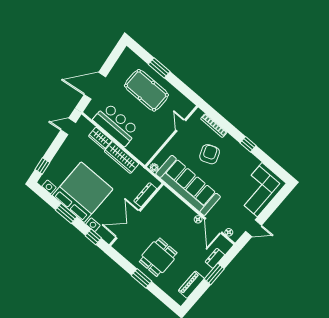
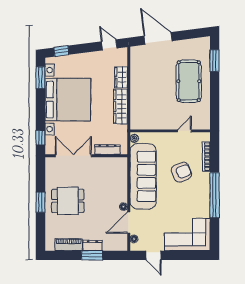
window: (159, 68) -> (215, 61), moved
bar counter: (116, 125) -> (142, 80), removed
window: (248, 144) -> (215, 195), width x3.17
window: (66, 213) -> (41, 78), moved
dresser: (215, 258) -> (92, 245), moved

